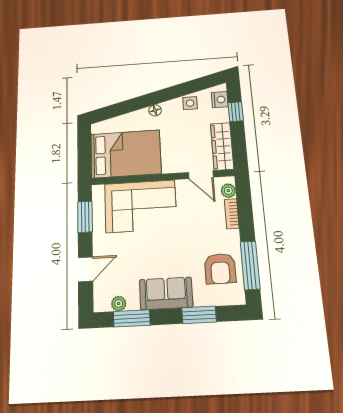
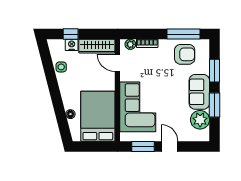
nightstand: (220, 100) -> (72, 45), moved
floor lamp: (155, 110) -> (70, 114), moved
door: (201, 175) -> (117, 63), swing flipped
door: (85, 269) -> (170, 146), moved
plant: (119, 304) -> (200, 120), width x1.88, depth x1.88
window: (132, 318) -> (215, 105), moved

